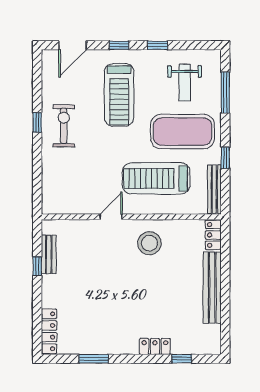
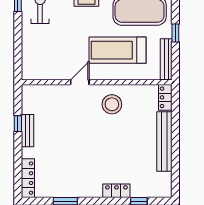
bench: (49, 254) -> (28, 131), moved

